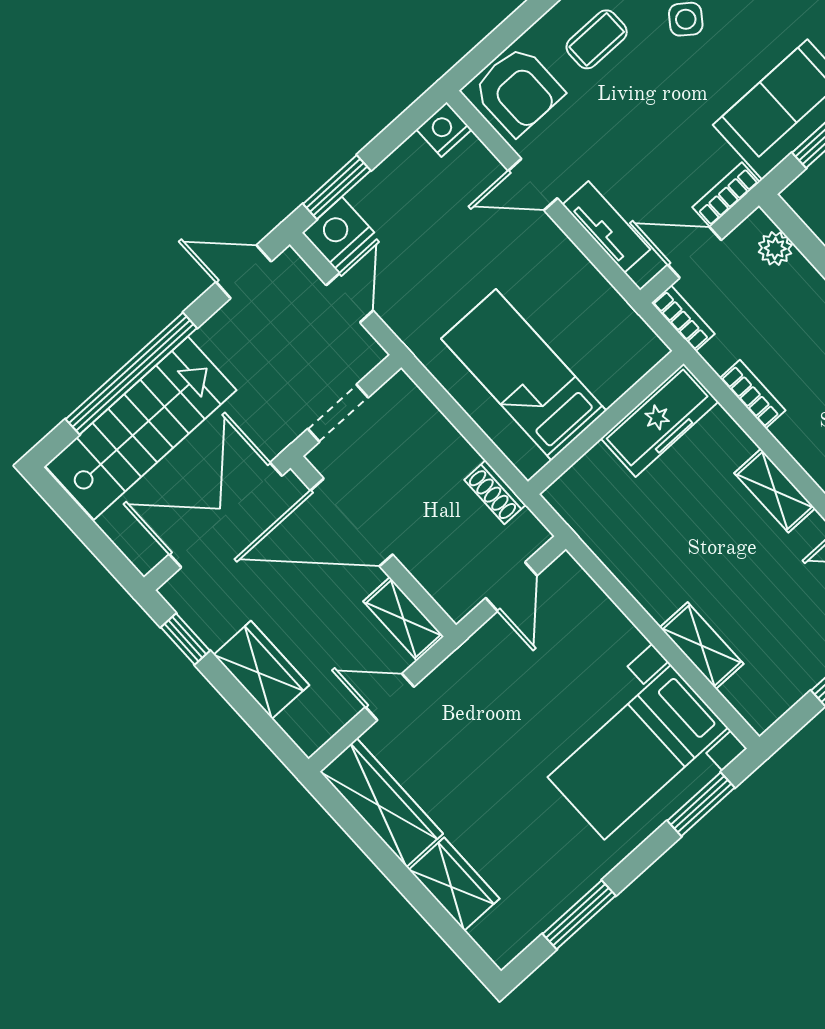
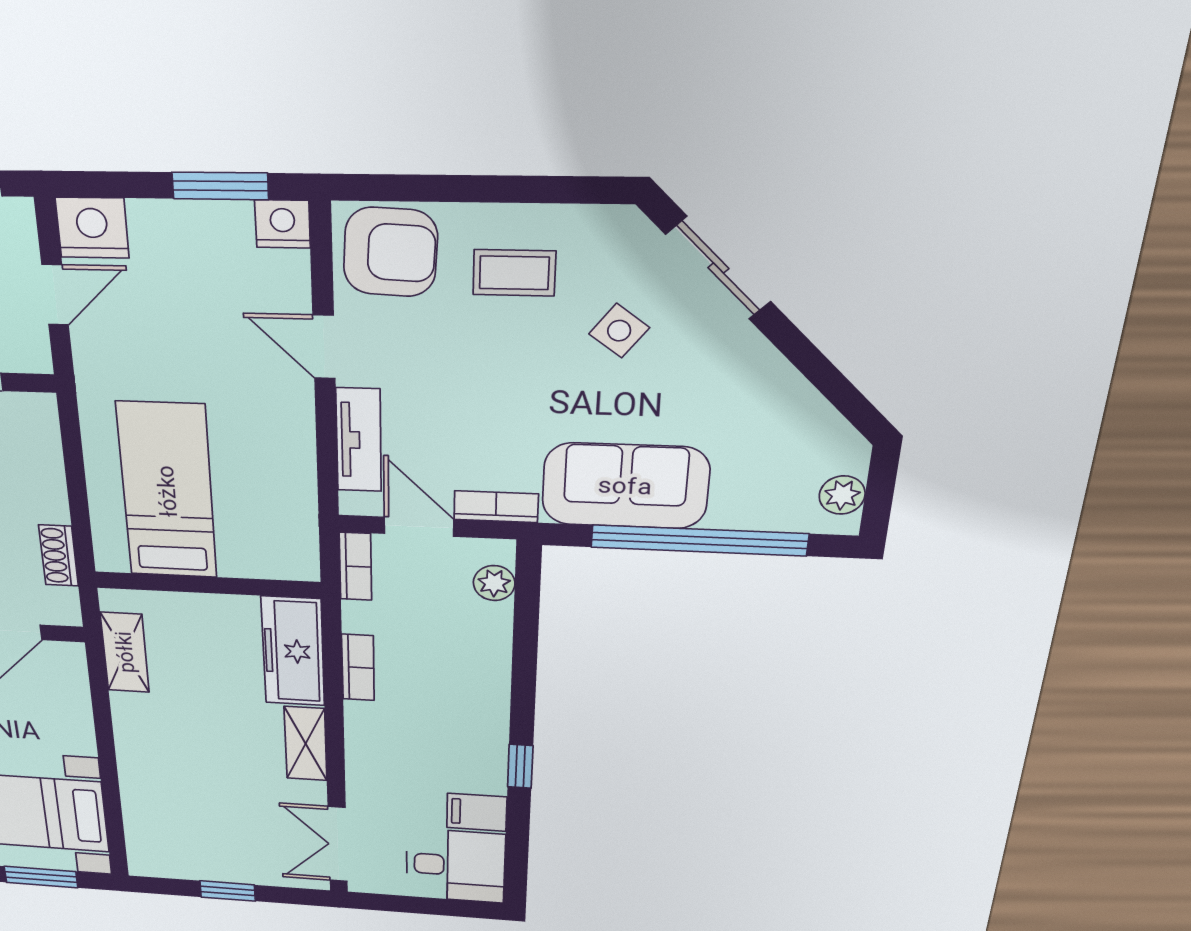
armchair: (518, 91) -> (390, 252), turned -87
window: (337, 187) -> (220, 186), moved
freezer: (660, 420) -> (293, 651), moved, turned 90
shelving: (702, 646) -> (125, 652), moved

